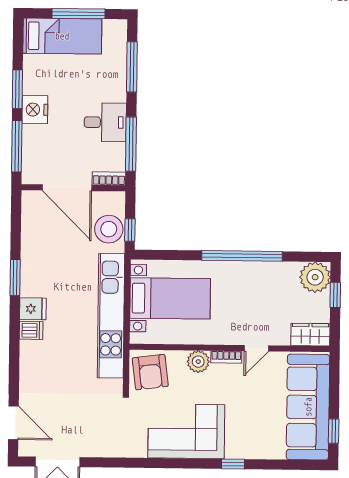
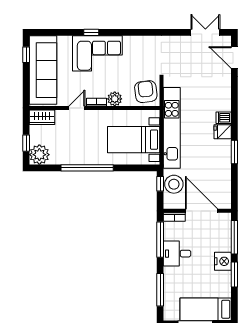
corner sofa: (186, 431) -> (97, 53), moved

